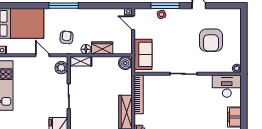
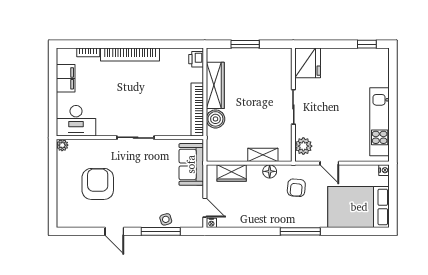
wardrobe: (102, 48) -> (232, 173), moved
shelving: (81, 61) -> (263, 155), moved
boiler: (125, 63) -> (215, 119), moved

